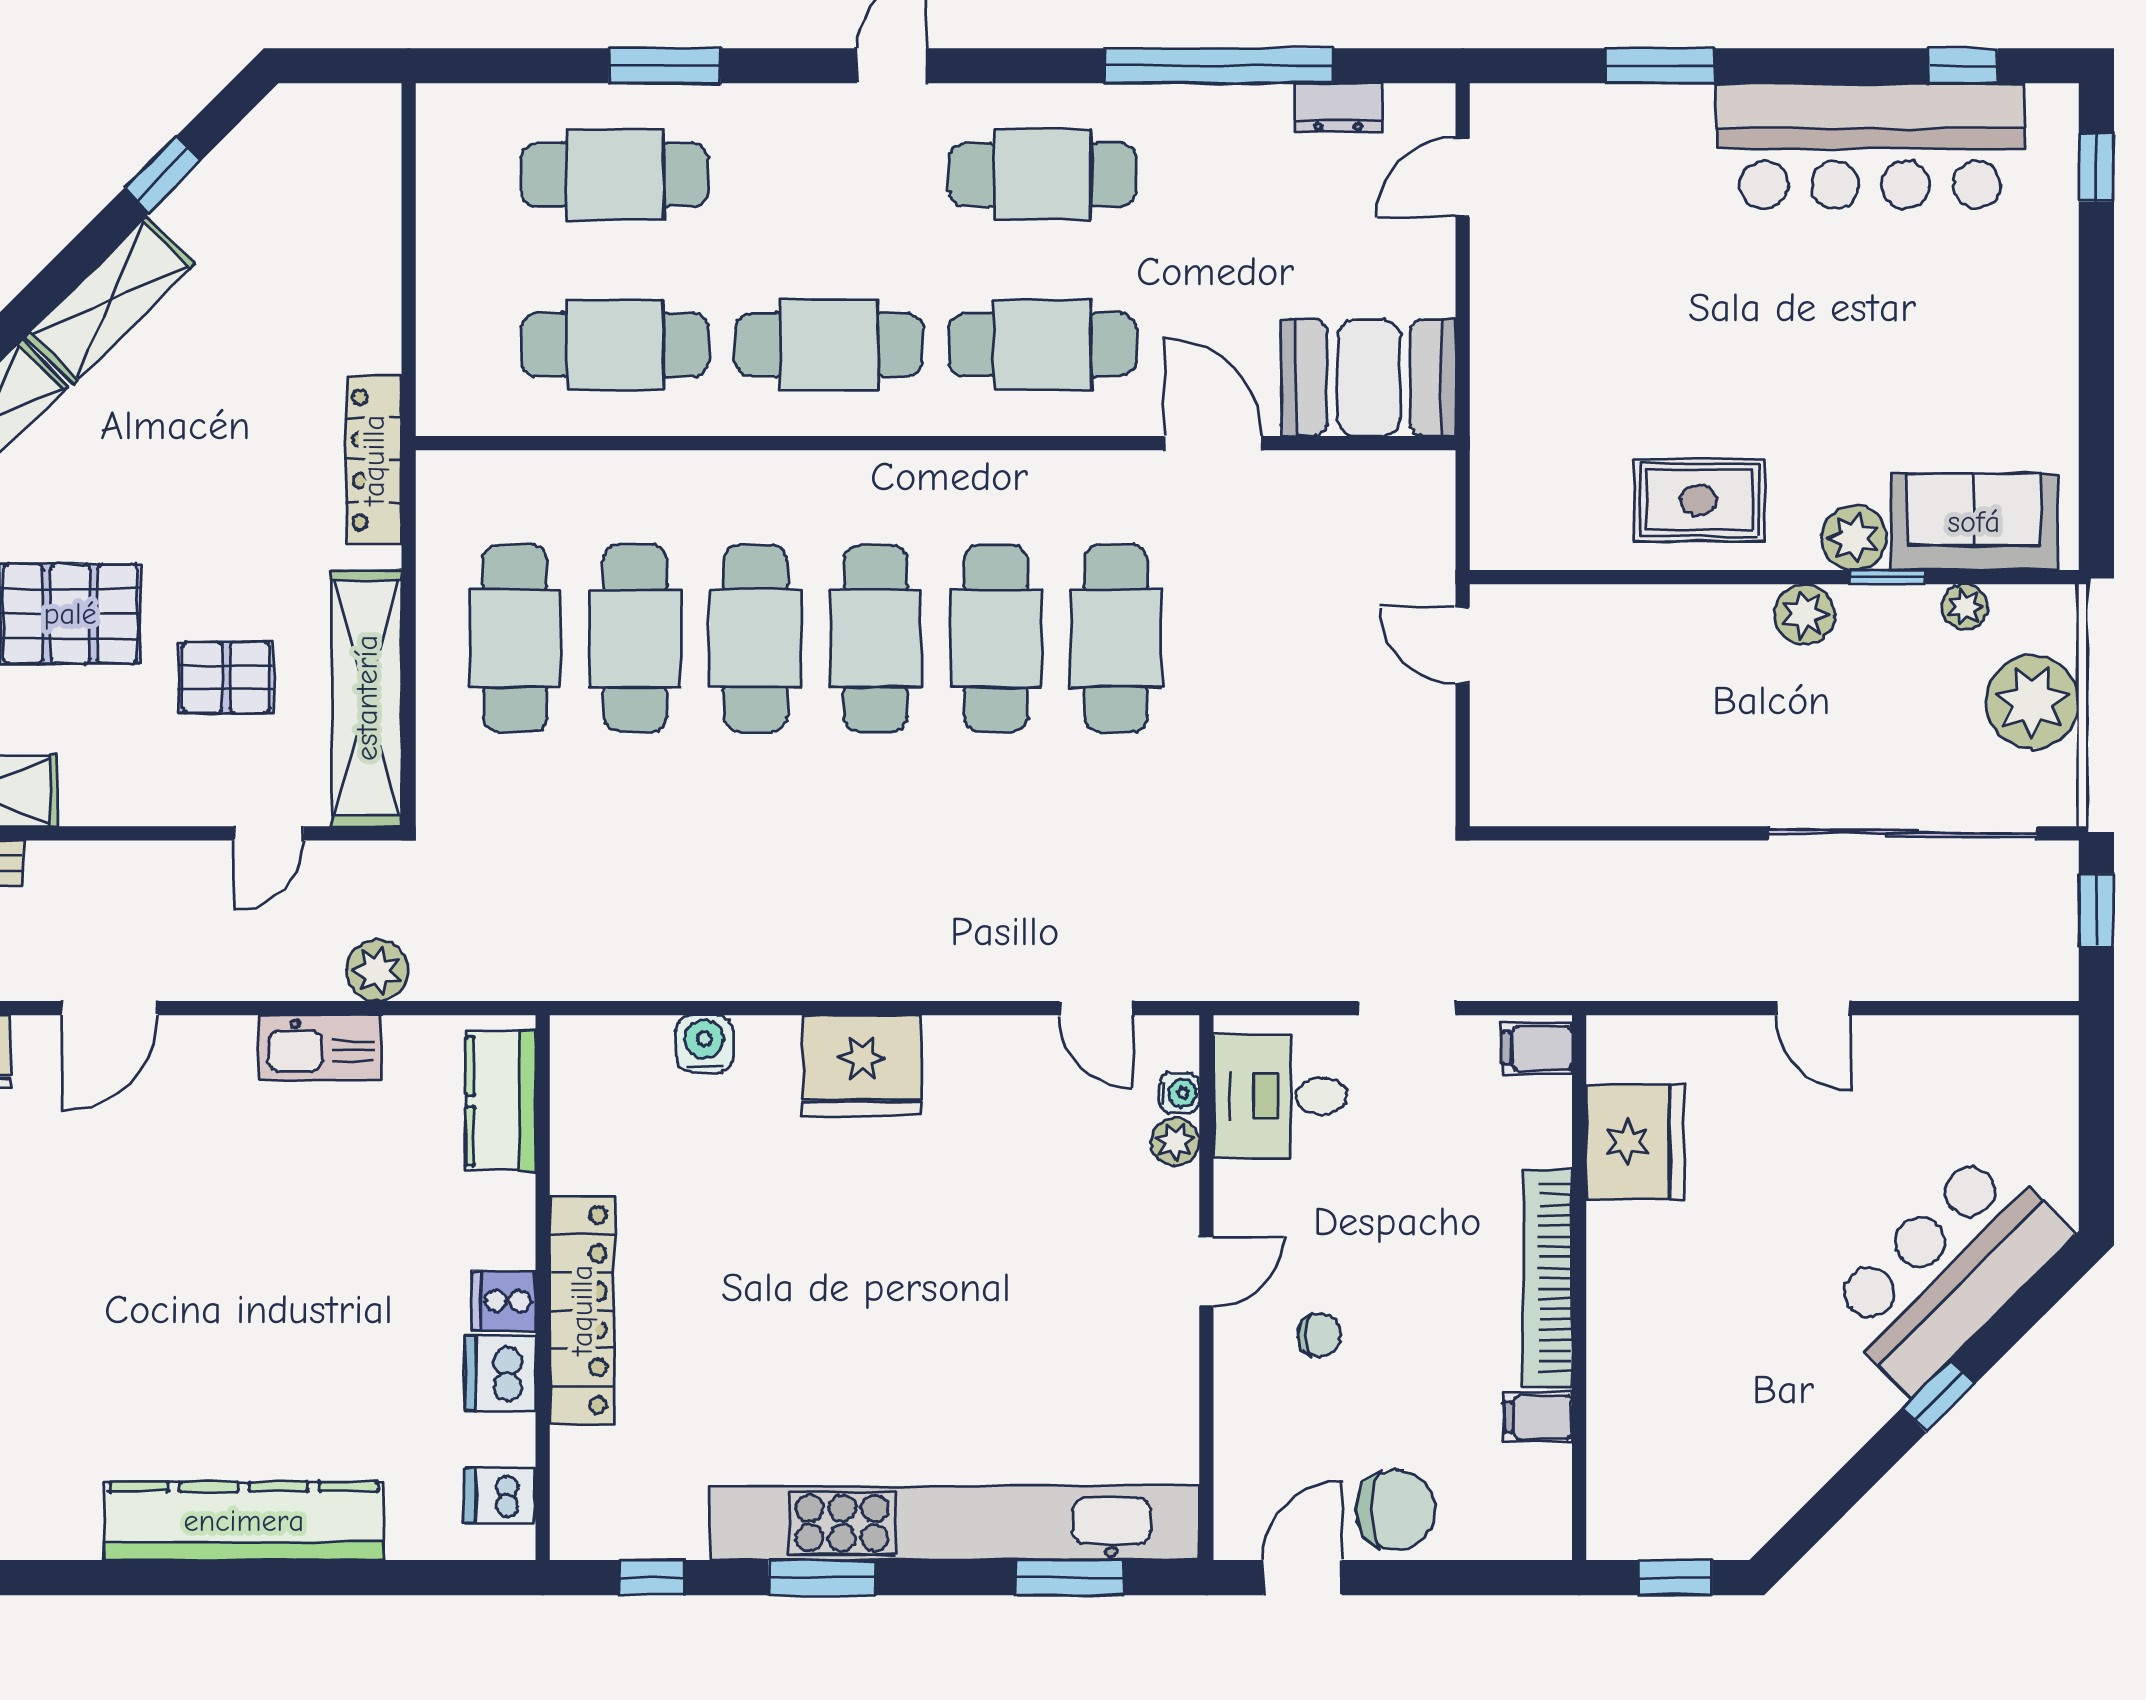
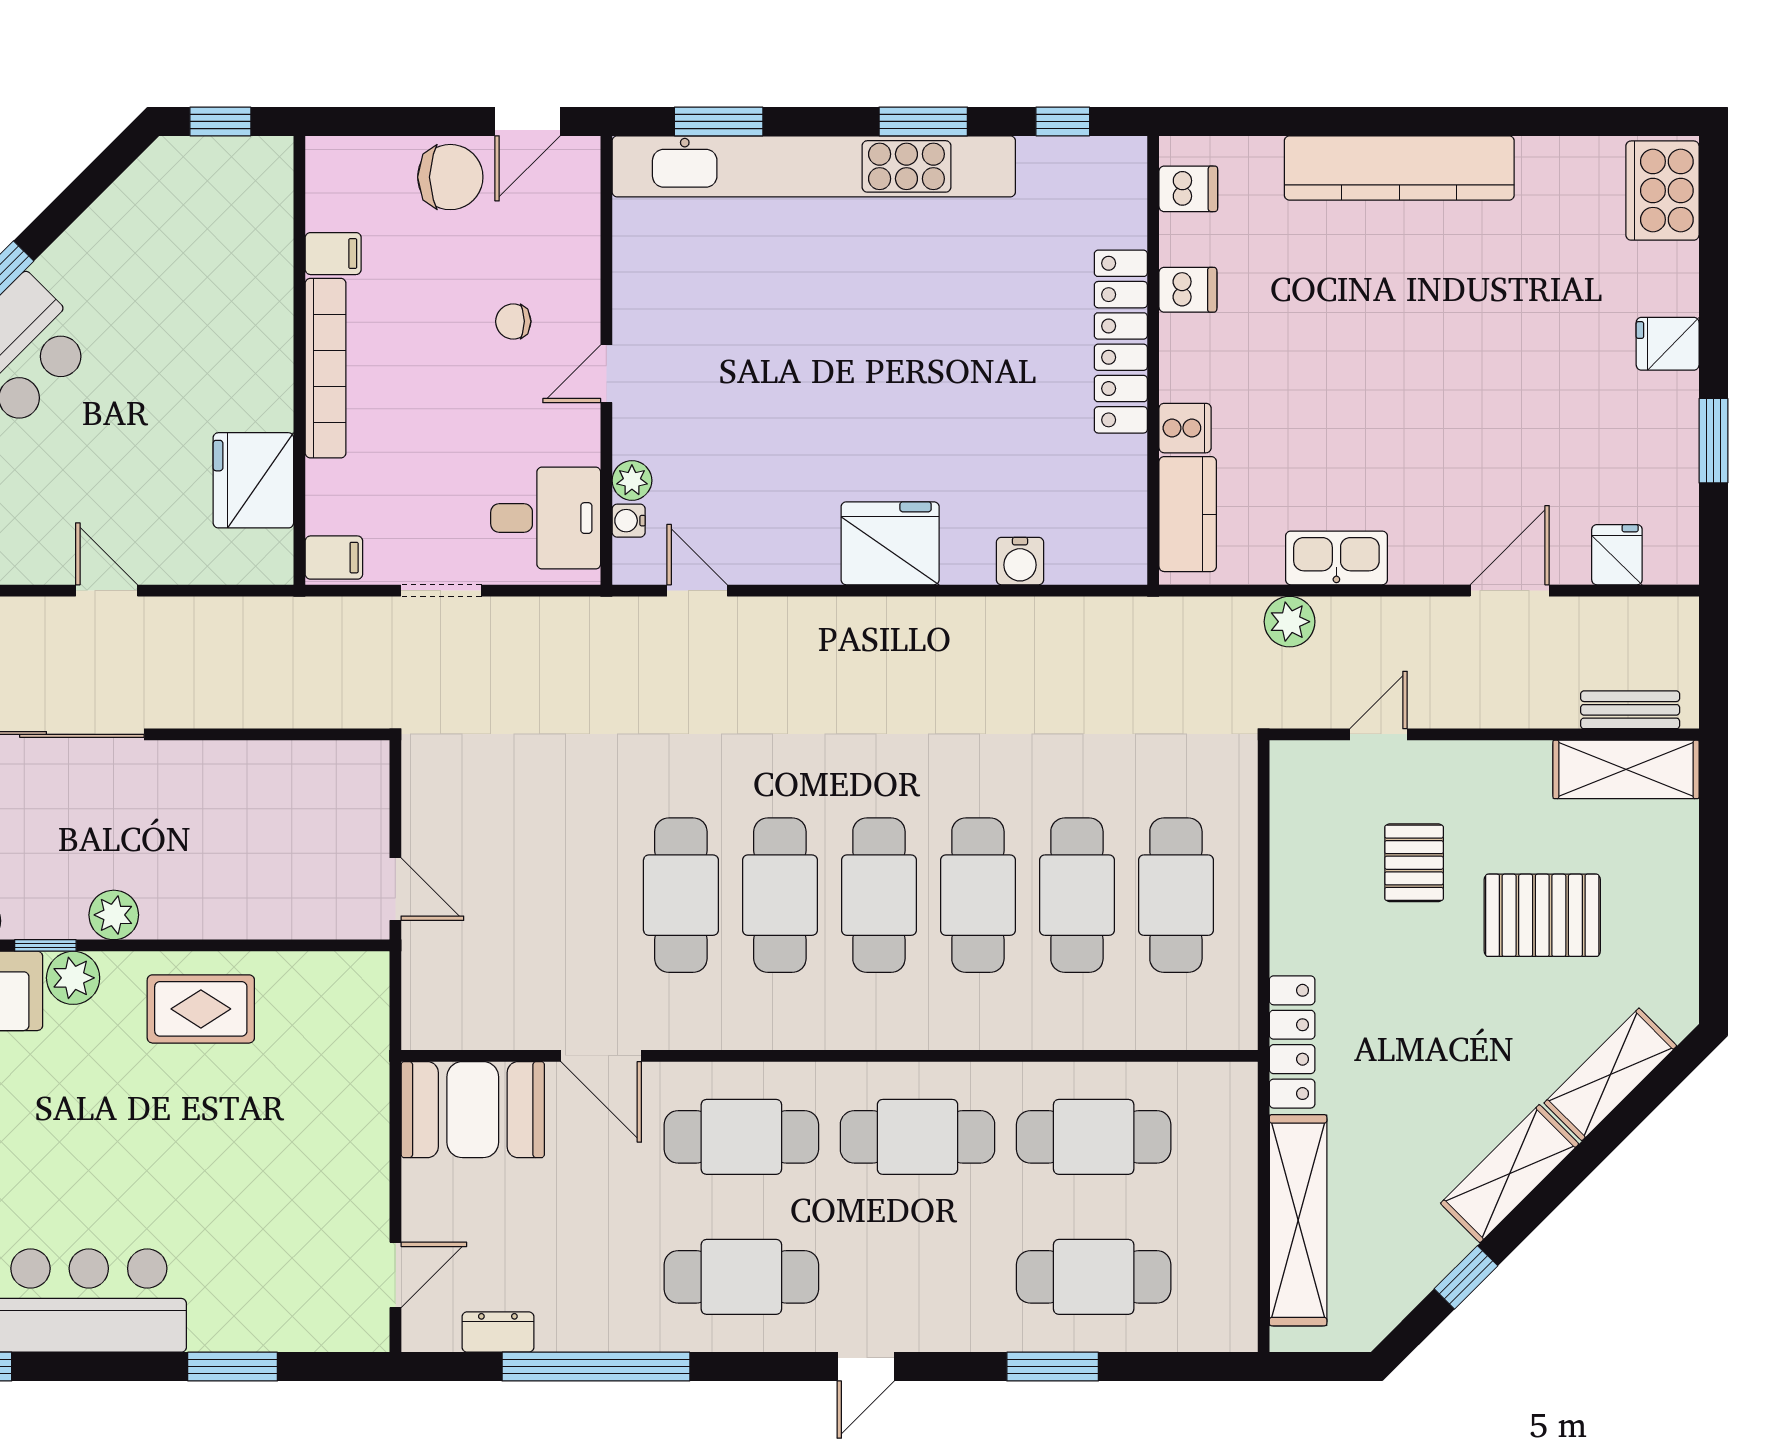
pallet: (226, 678) -> (1414, 863), turned 90
shelving: (367, 698) -> (1298, 1220), moved
cooker: (504, 1301) -> (1185, 428), moved
dishwasher: (500, 1373) -> (1188, 290), width x0.73
chair: (1396, 1510) -> (450, 177), turned 180

